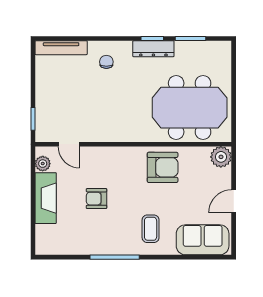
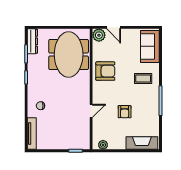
dresser: (153, 49) -> (32, 41), moved
door: (69, 144) -> (91, 111), moved
armchair: (163, 167) -> (105, 71), turned 90
fireplace: (46, 198) -> (142, 143), moved
door: (234, 201) -> (114, 27), moved

